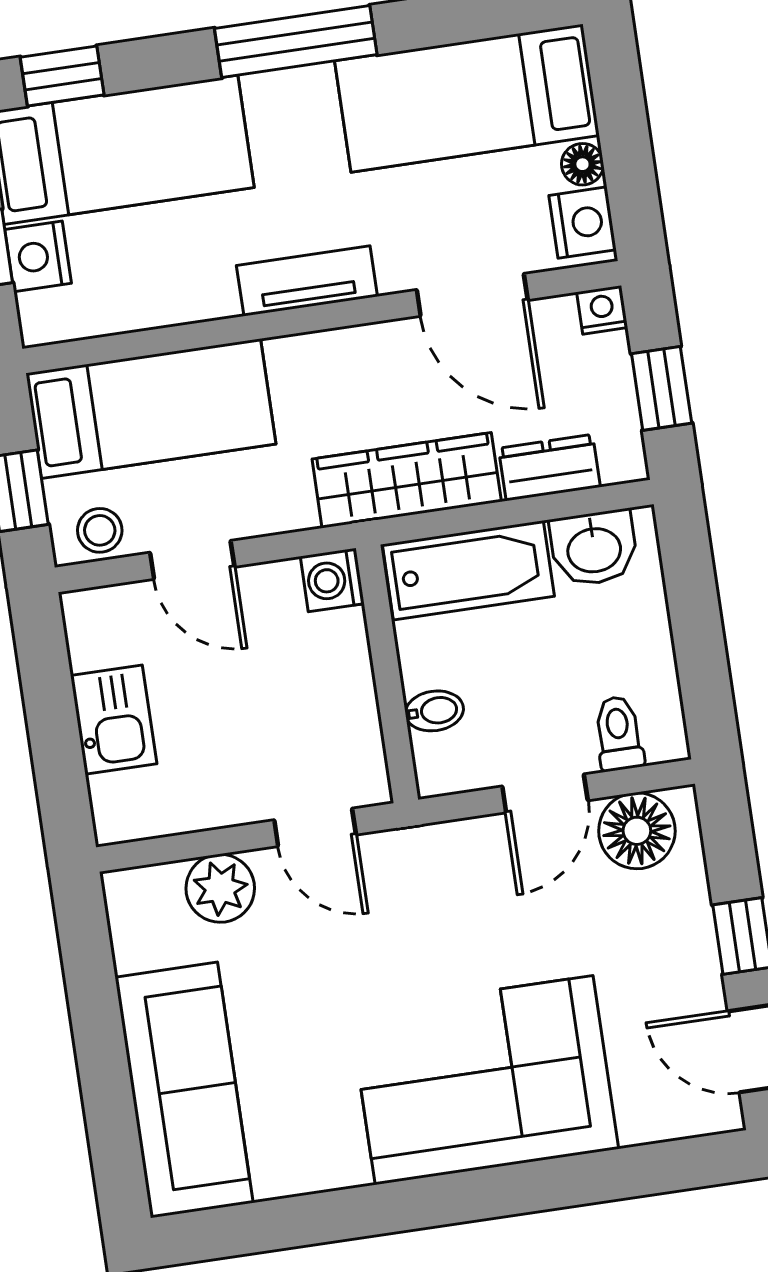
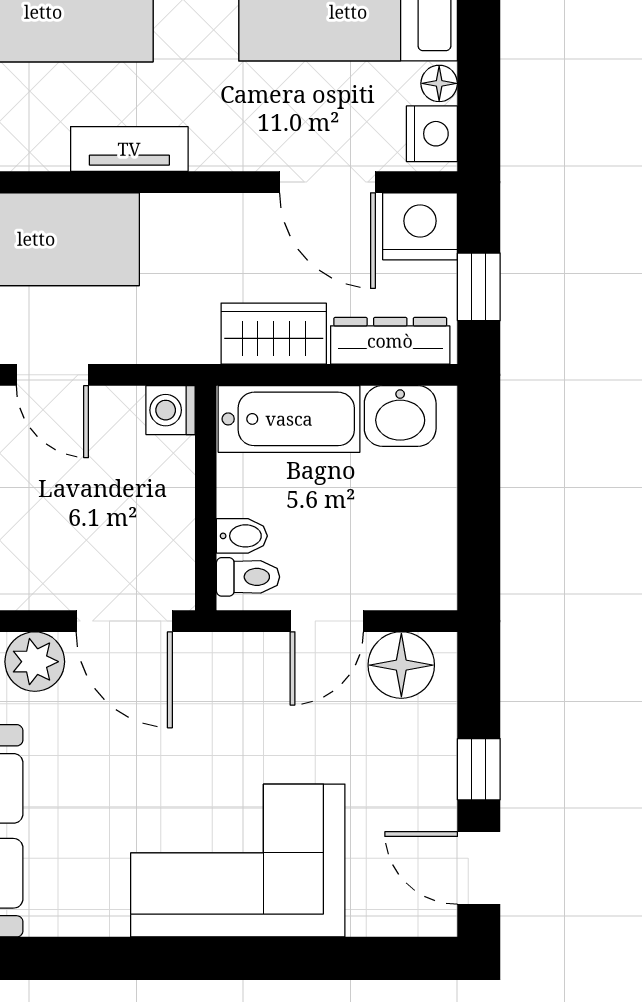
tv unit: (307, 281) -> (129, 149), moved
nightstand: (602, 310) -> (420, 226), width x1.89, depth x1.79
dresser: (549, 468) -> (390, 341), width x1.44
wardrobe: (407, 480) -> (274, 334), width x0.67
toilet: (619, 734) -> (248, 577), moved, turned 90
door: (315, 827) -> (124, 621), width x1.38

